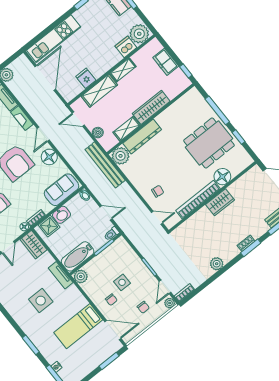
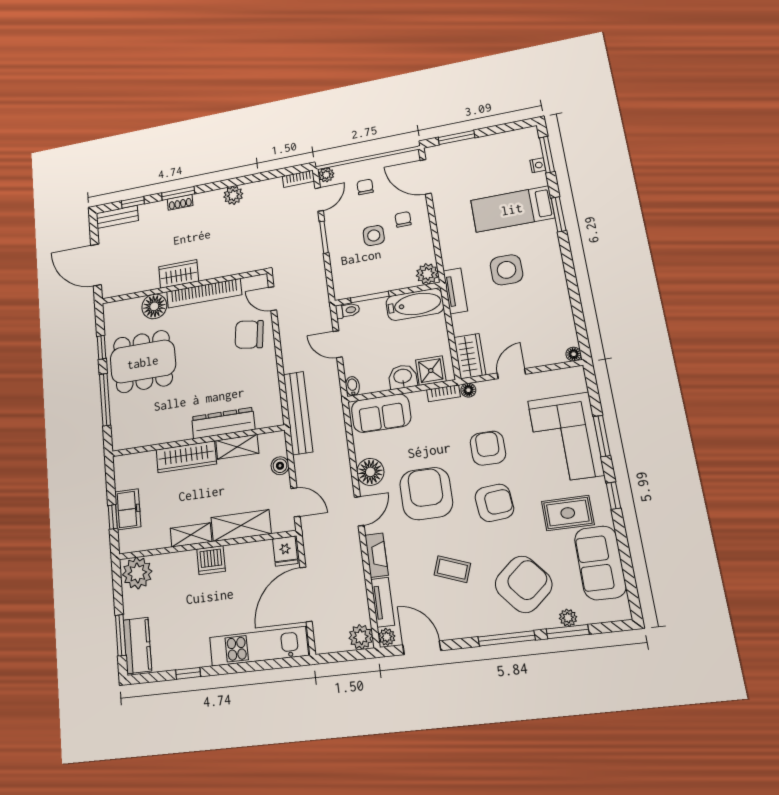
dishwasher: (126, 47) -> (211, 560), moved
window: (186, 71) -> (113, 517), moved
fridge: (86, 78) -> (285, 551), moved
plant: (120, 156) -> (269, 413), removed
chair: (158, 191) -> (249, 334), width x1.87, depth x1.87
bed: (78, 326) -> (512, 209), moved, turned 180

